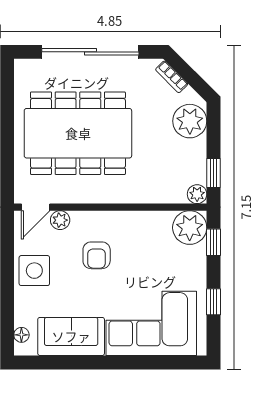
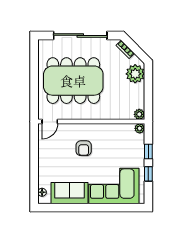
window: (213, 173) -> (148, 103), removed
plant: (60, 220) -> (63, 129), removed
plant: (190, 228) -> (140, 128), width x0.53, depth x0.53
window: (213, 242) -> (148, 151), moved
side table: (34, 271) -> (49, 157), removed

